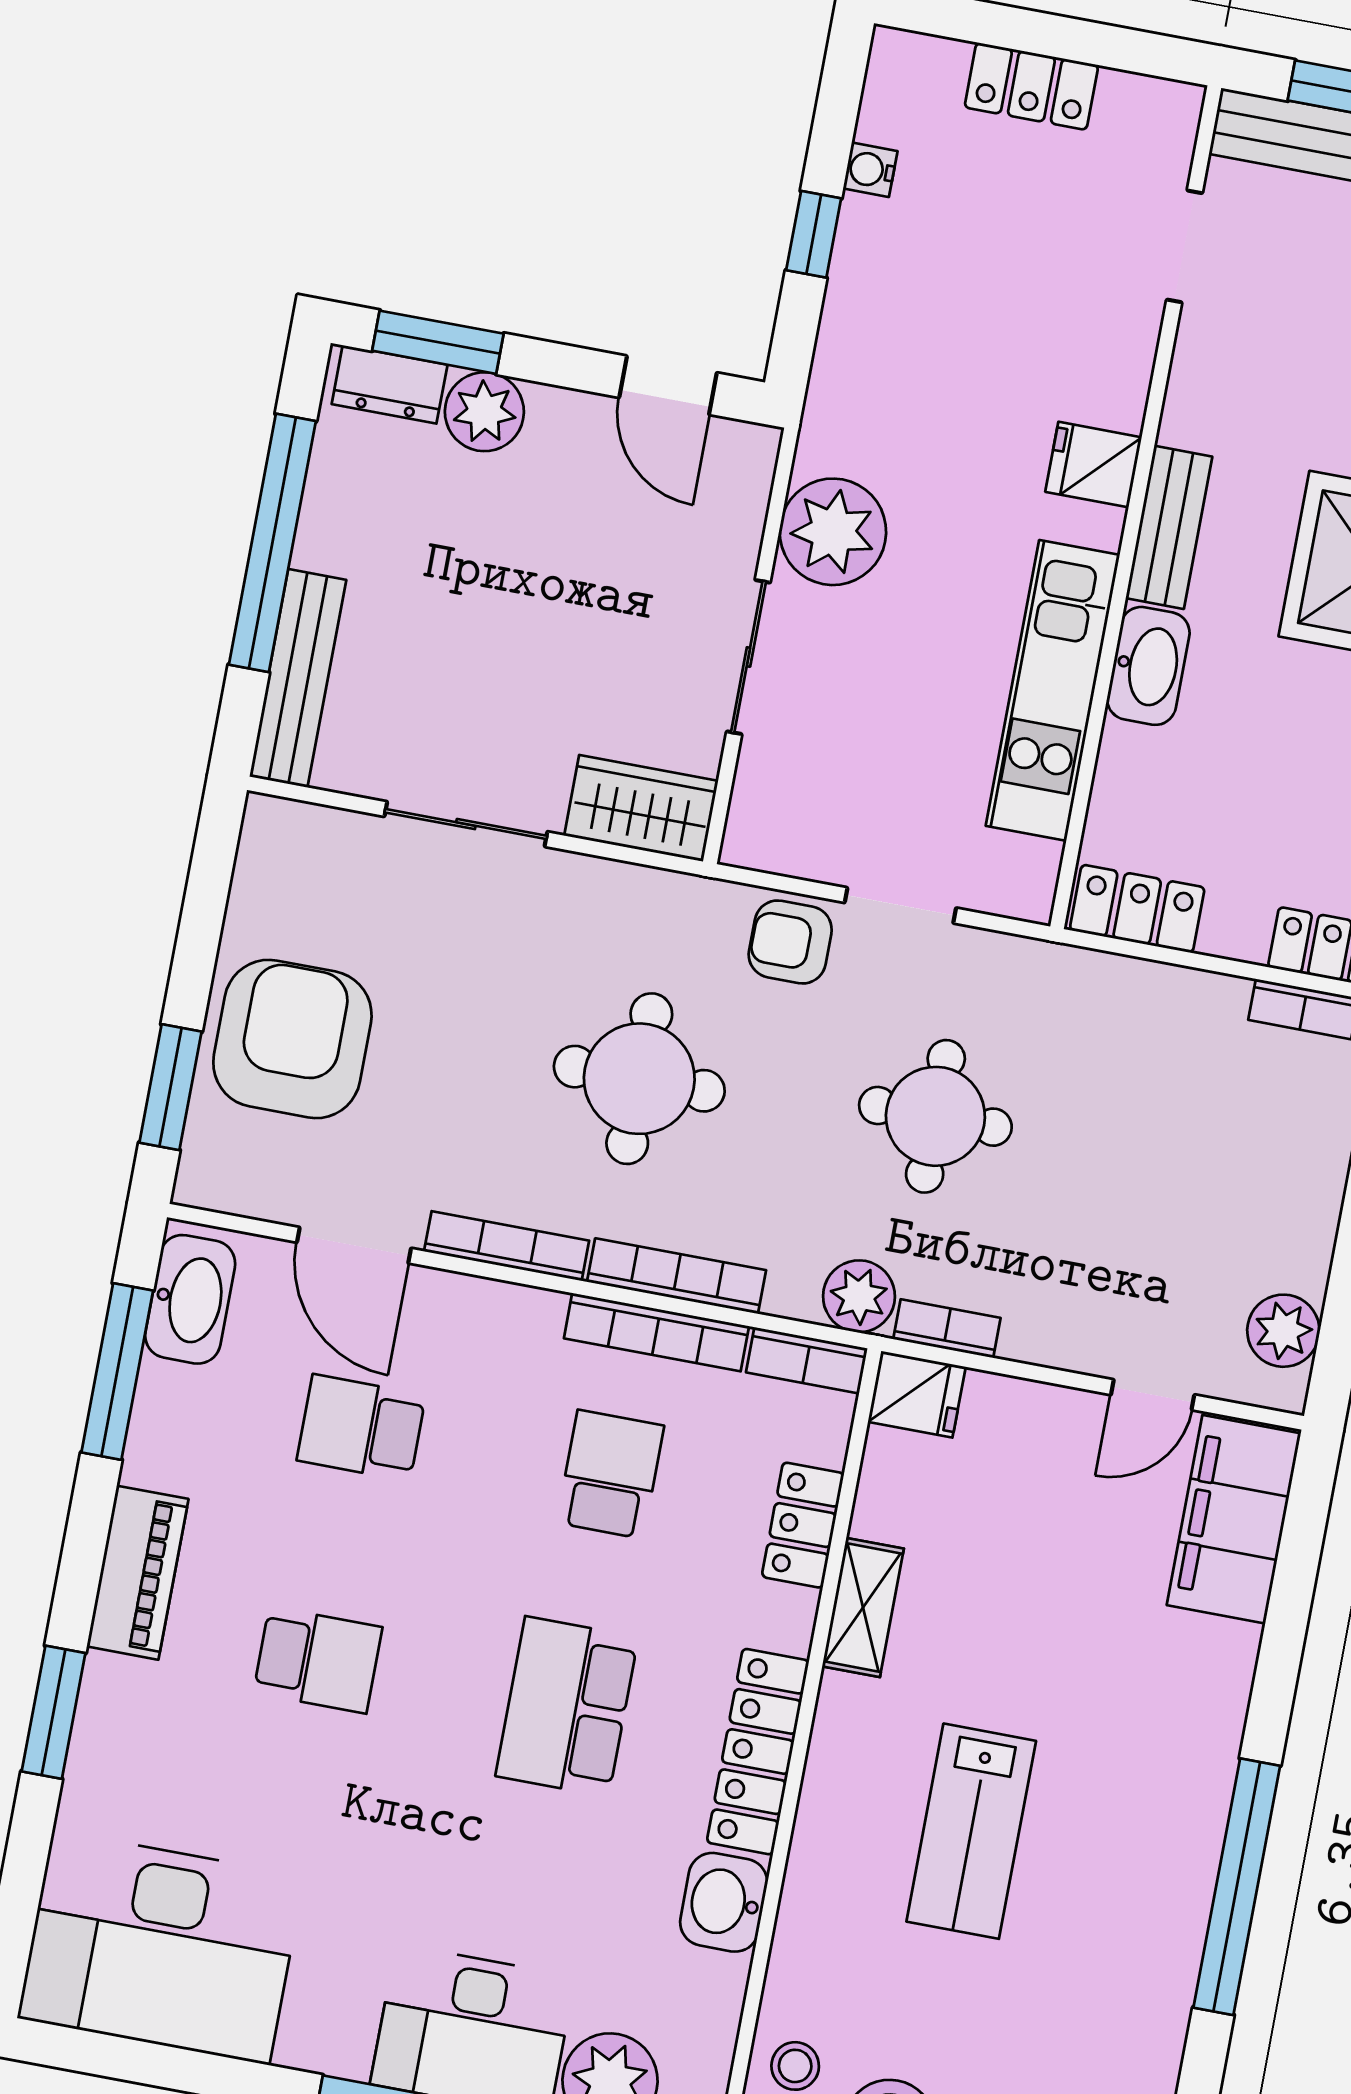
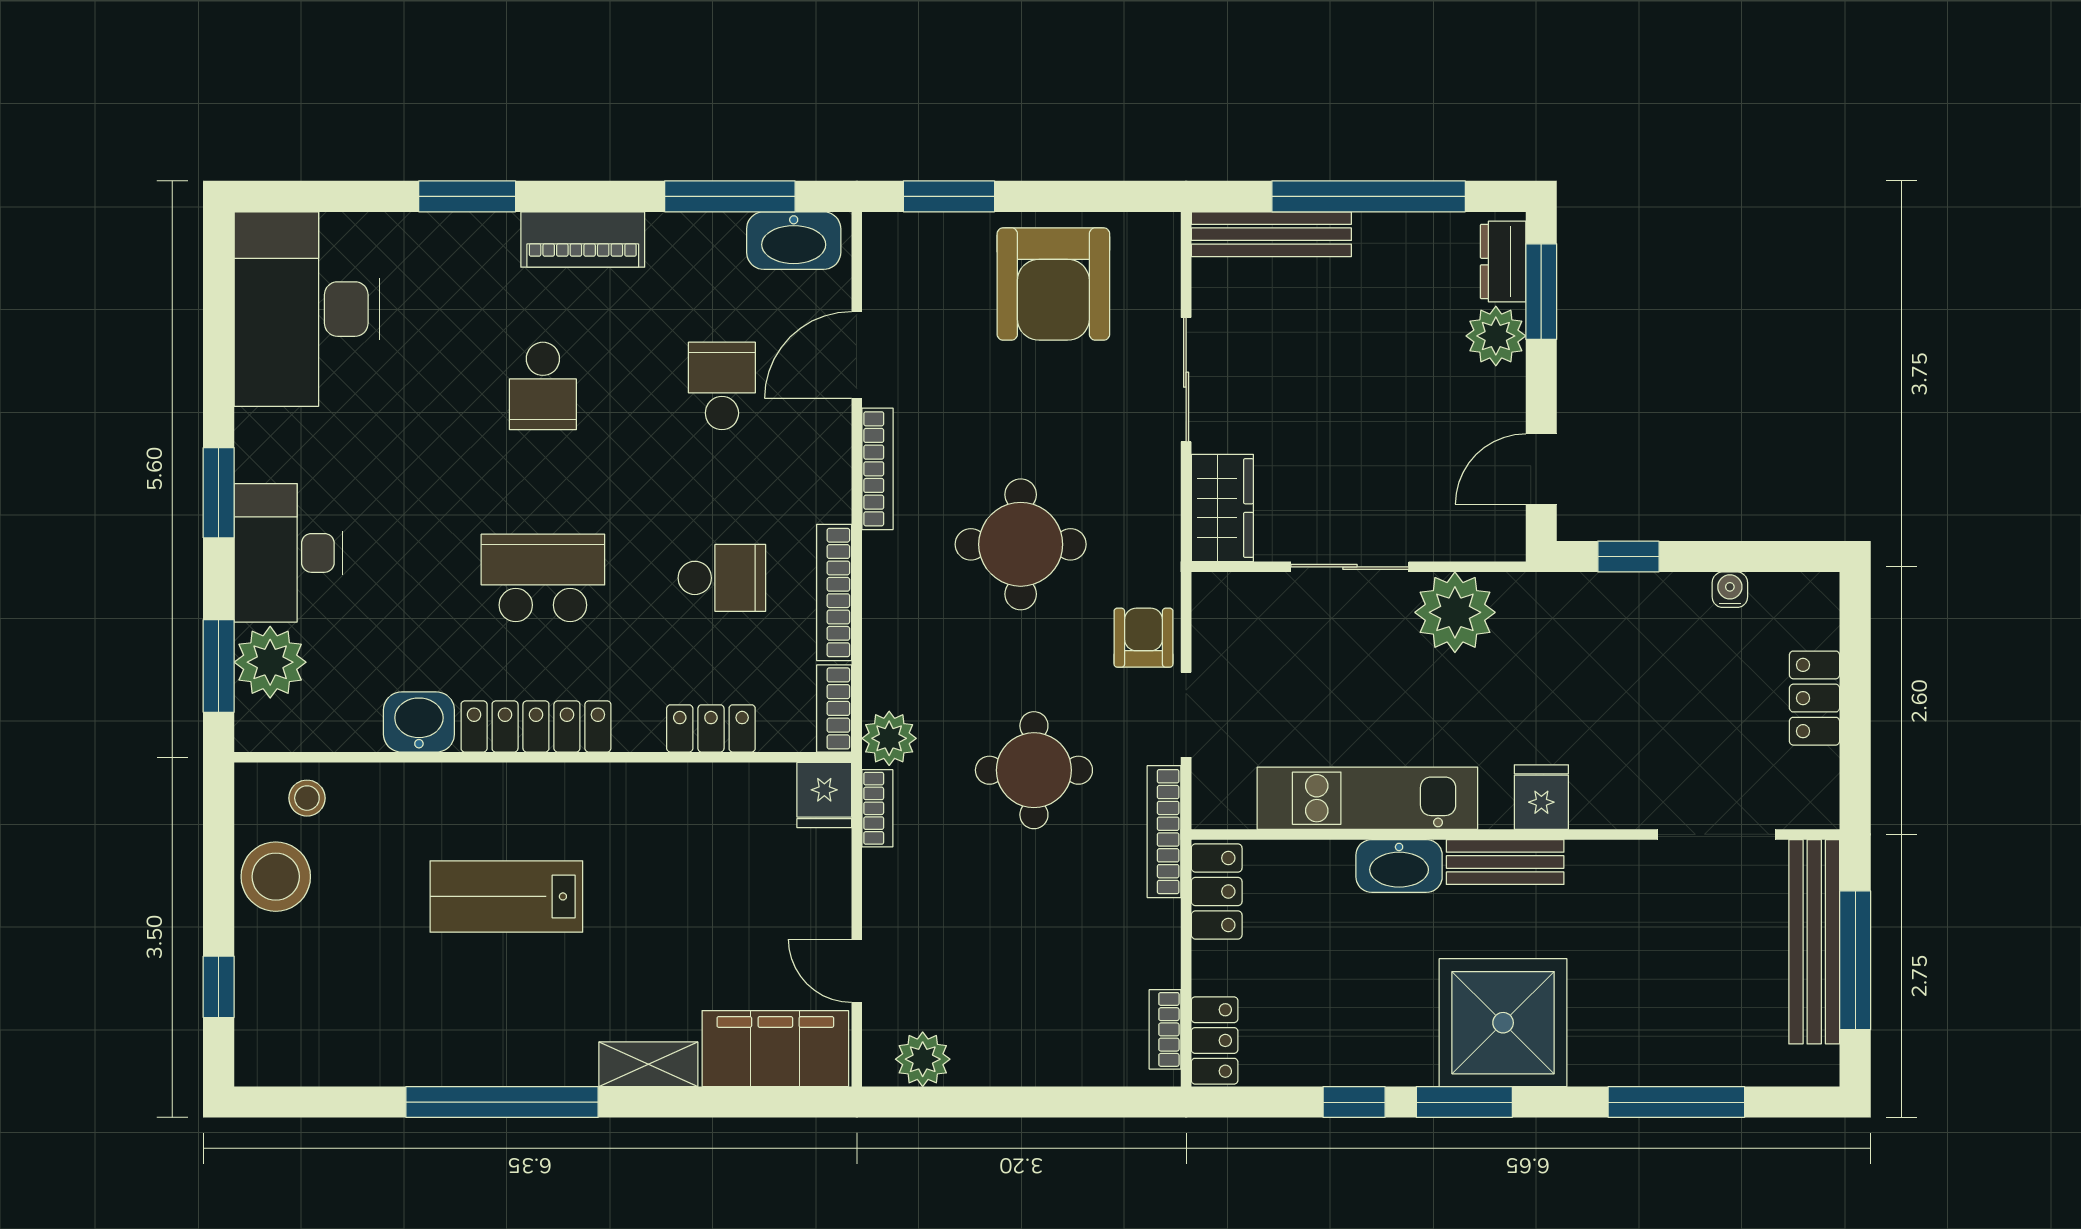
window: (814, 234) -> (1628, 557), moved
doorway: (1184, 246) -> (1717, 834), width x1.38
armchair: (292, 1039) -> (1053, 284), moved, turned 90
bookcase: (677, 1276) -> (1164, 832), moved, turned 180
shelving: (863, 1607) -> (648, 1064), moved

